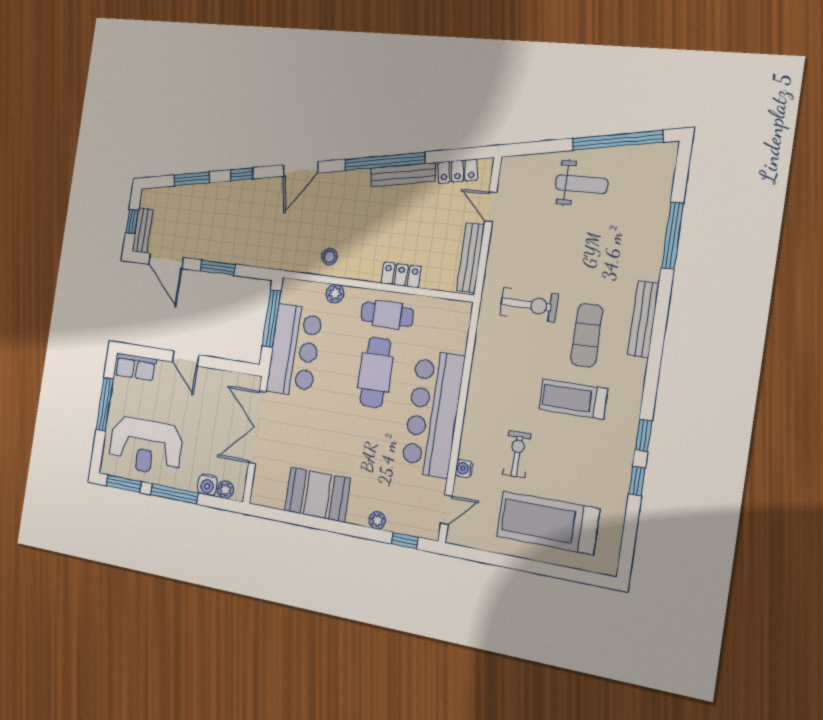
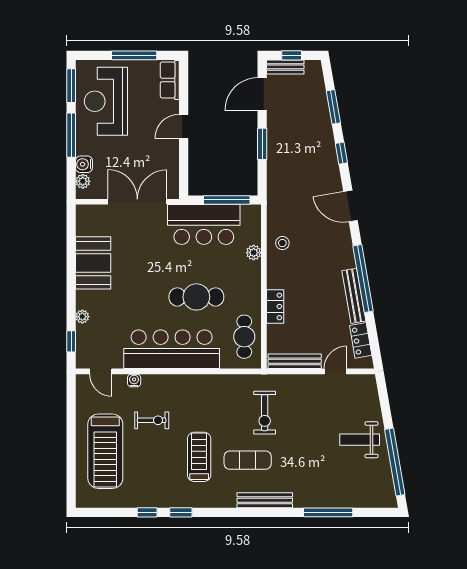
weight bench: (582, 184) -> (360, 440), turned 90
cafe table: (387, 315) -> (244, 337), moved
treadmill: (548, 523) -> (105, 451), turned 180

